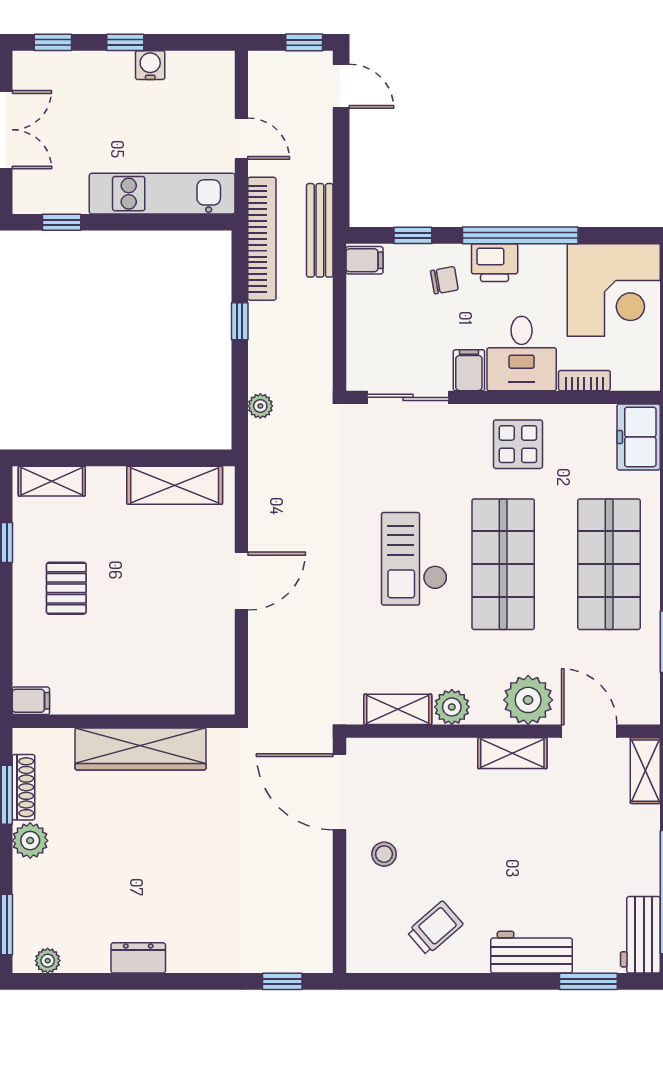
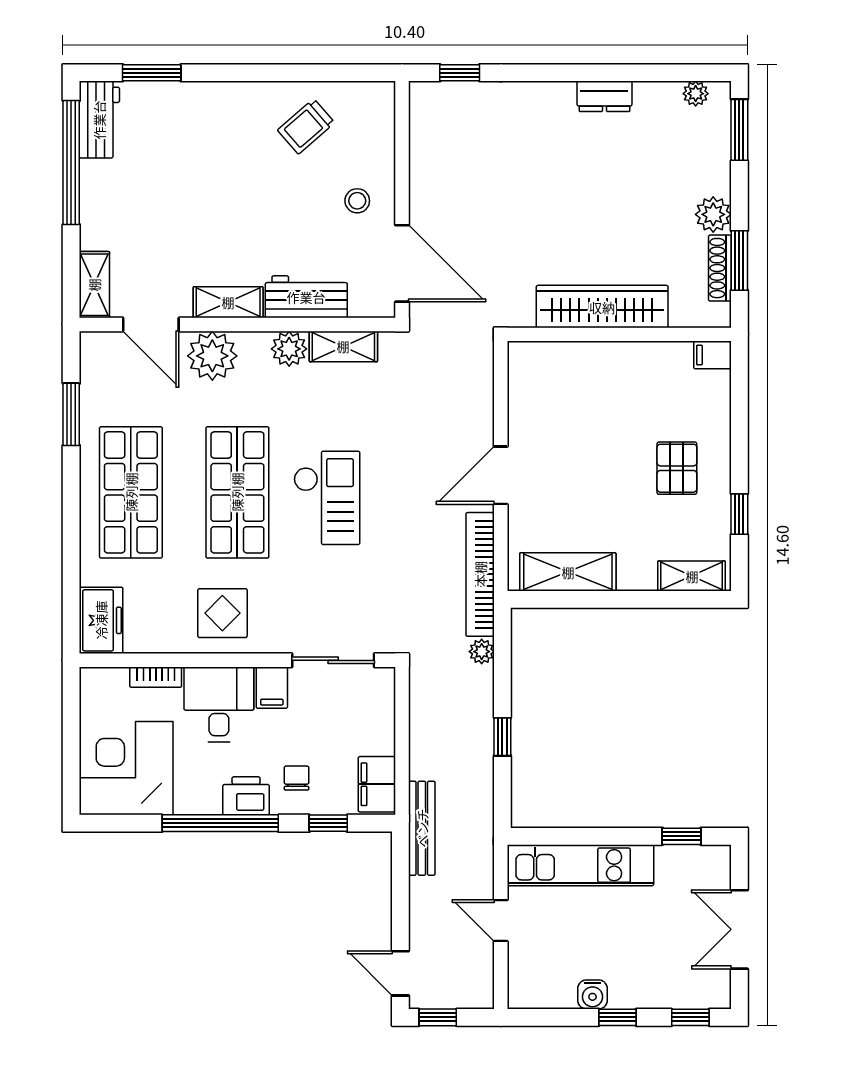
bookcase: (262, 239) -> (480, 574), moved
filing cabinet: (364, 260) -> (377, 784), width x2.00
chair: (444, 280) -> (297, 778), turned 100
workbench: (532, 952) -> (306, 297), moved, turned 180

